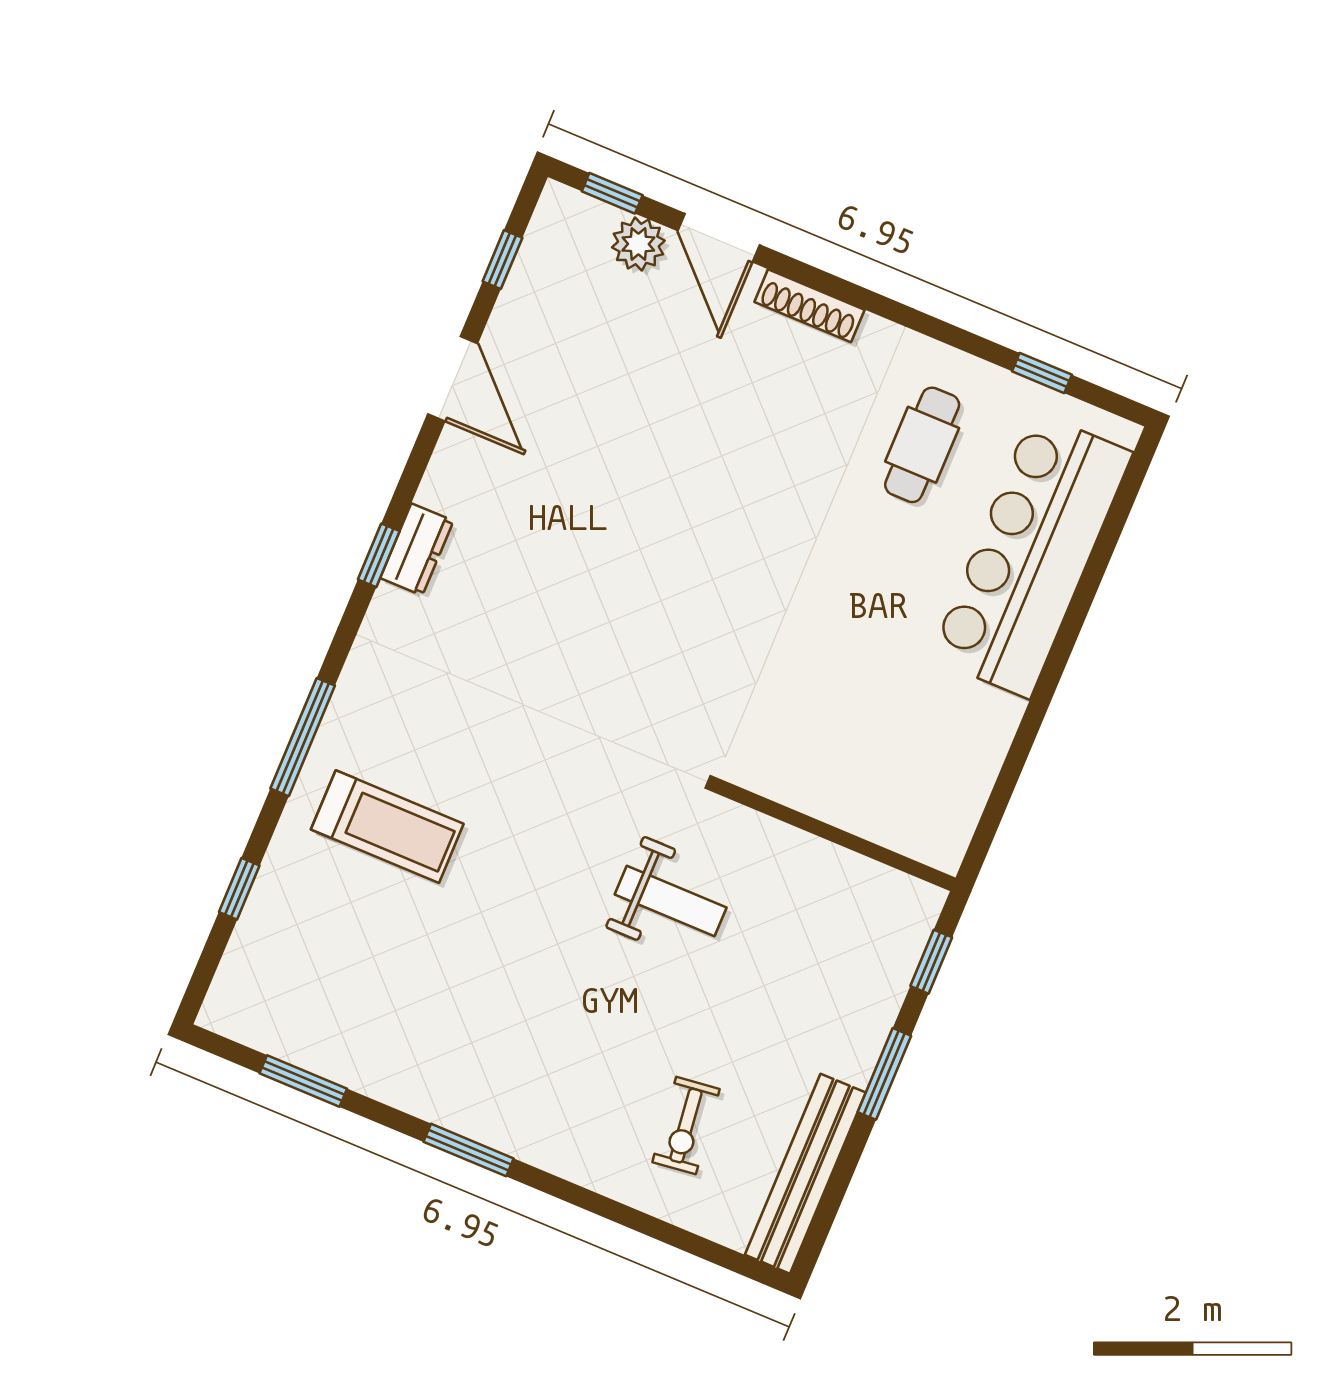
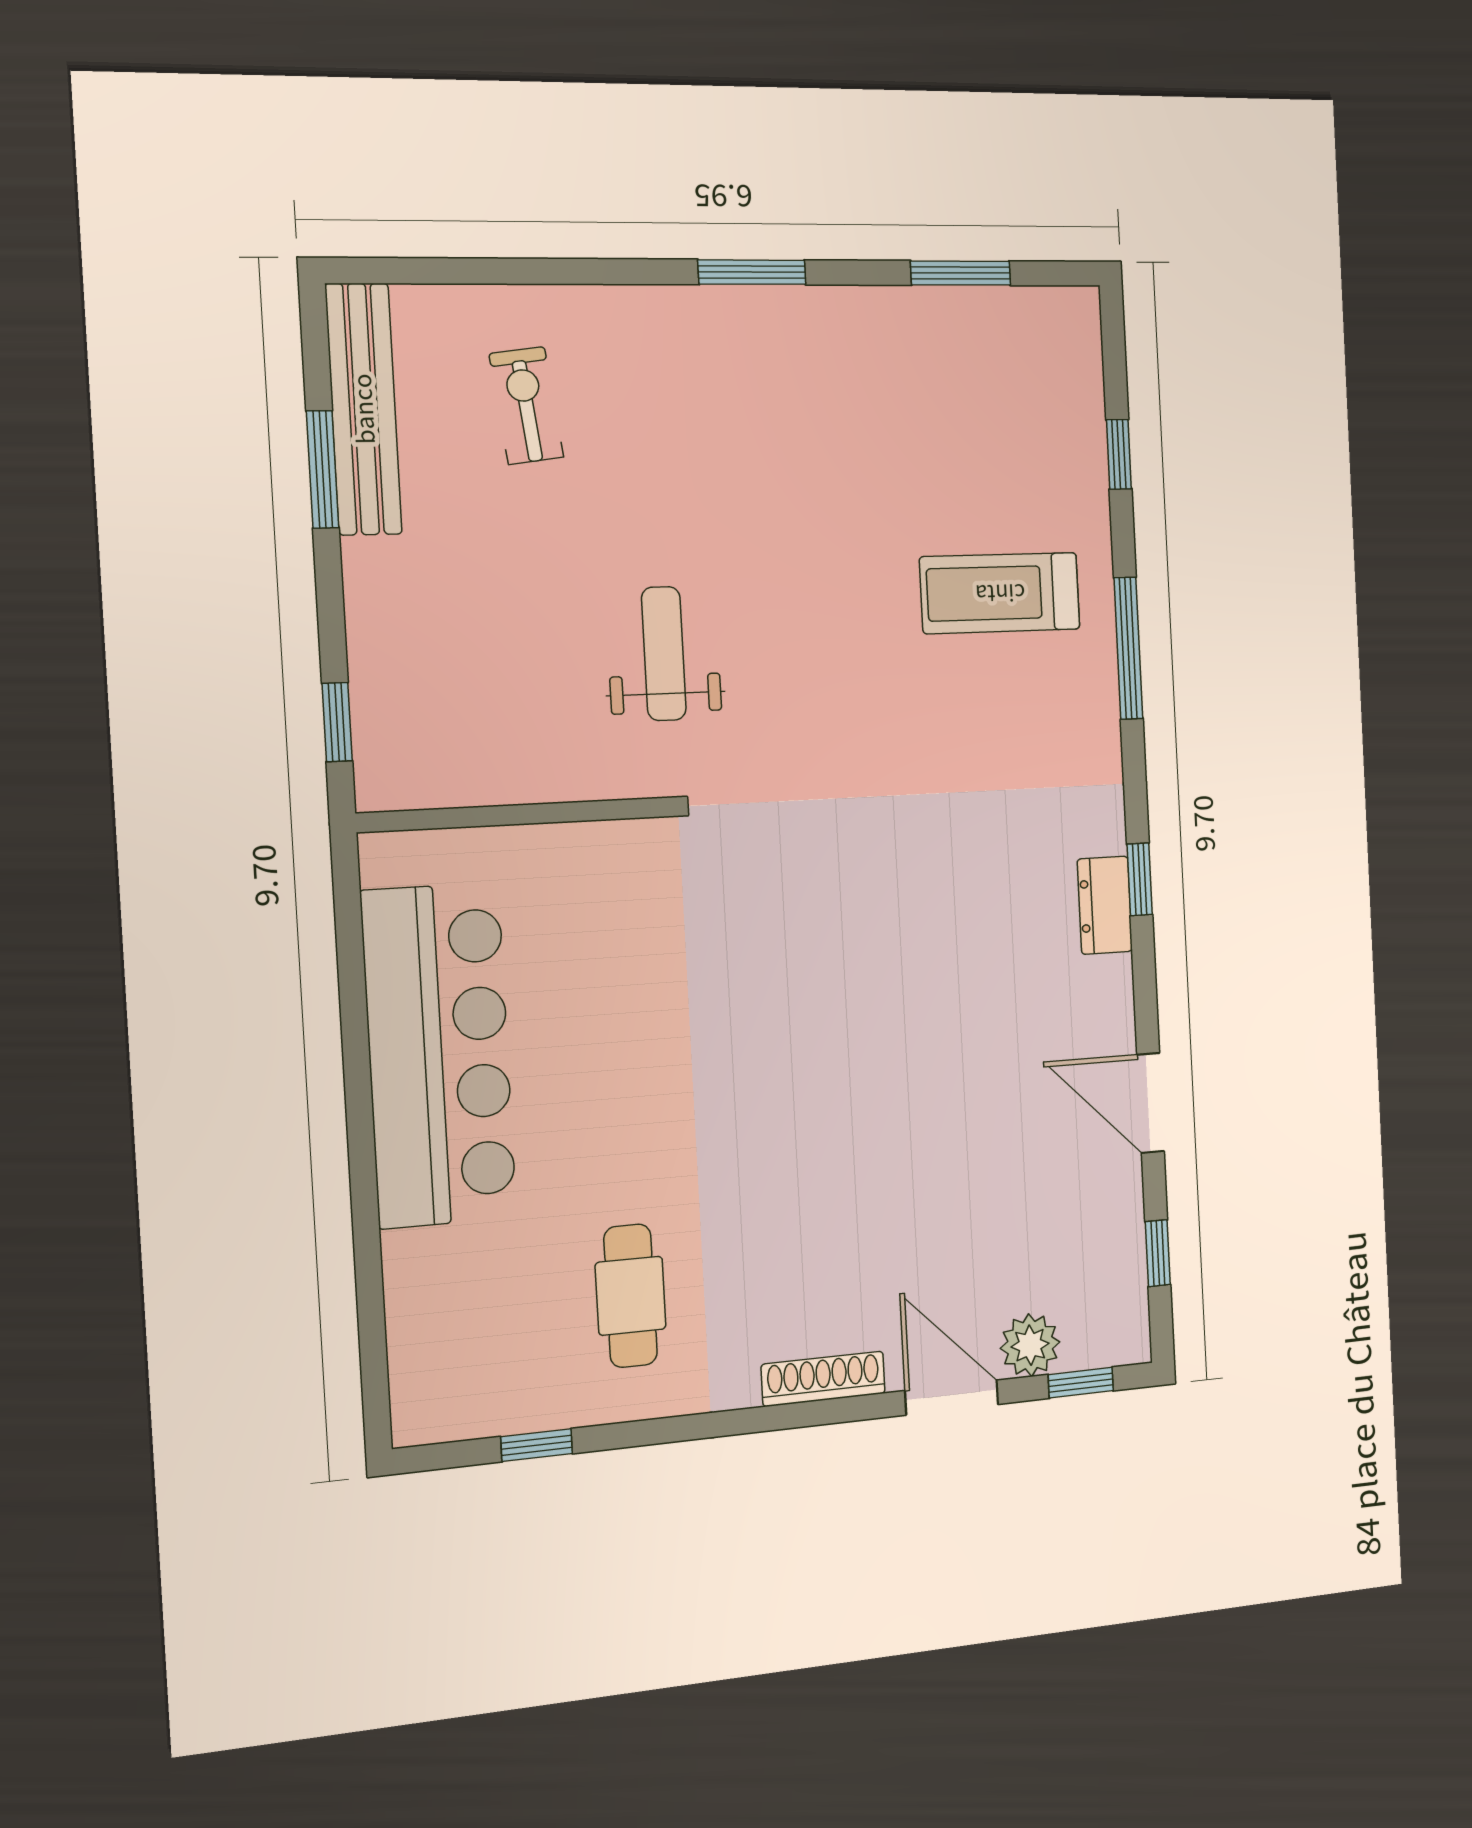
bar counter: (1031, 555) -> (439, 1055), moved
weight bench: (671, 901) -> (664, 654), turned 90
window: (884, 1074) -> (323, 469), moved

